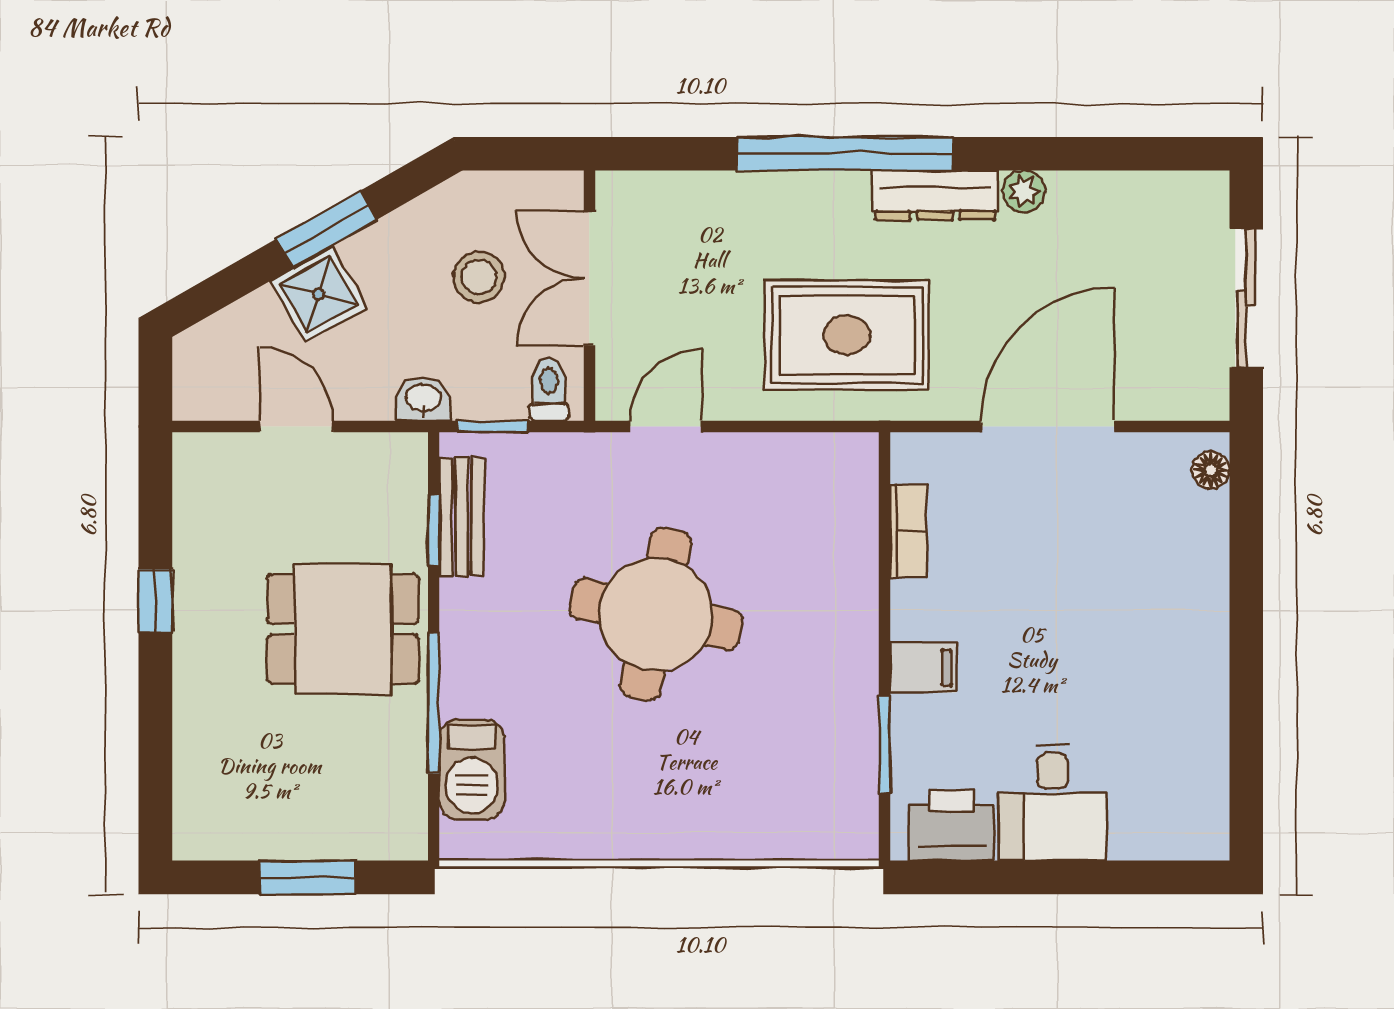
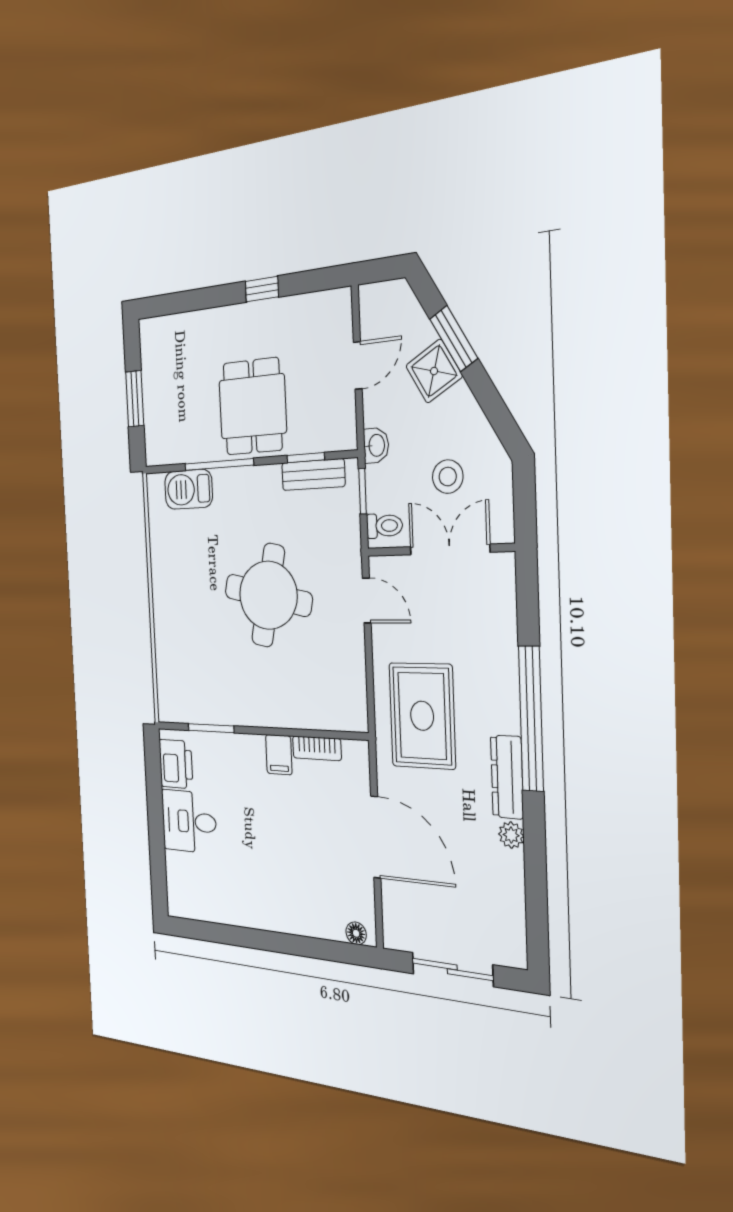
window: (327, 229) -> (454, 339), moved
filing cabinet: (923, 668) -> (279, 755), moved

